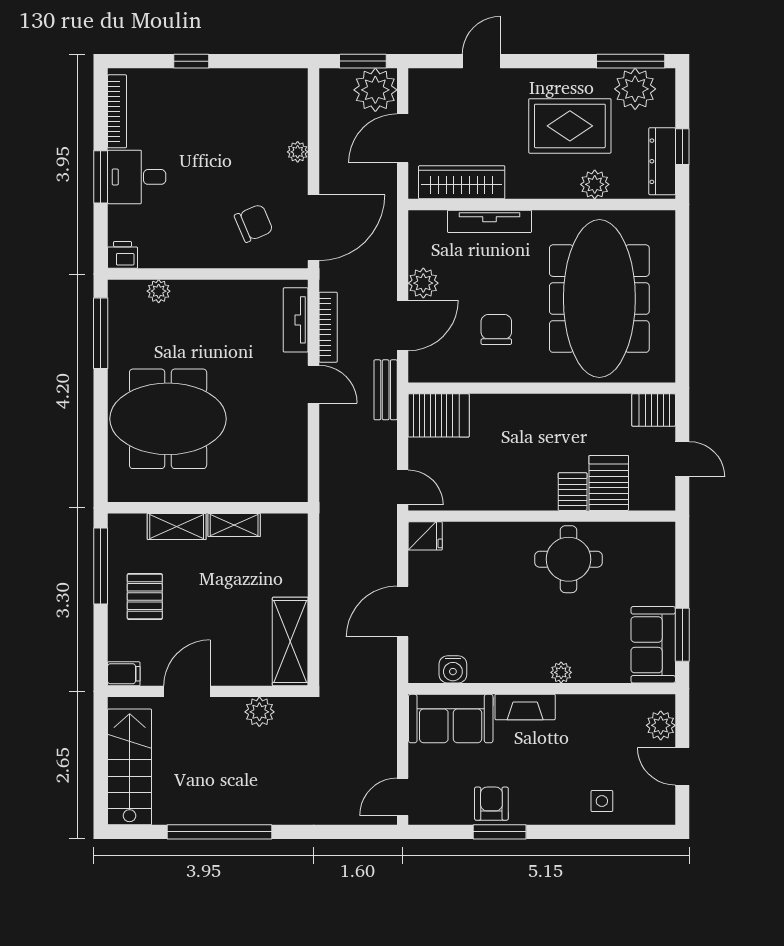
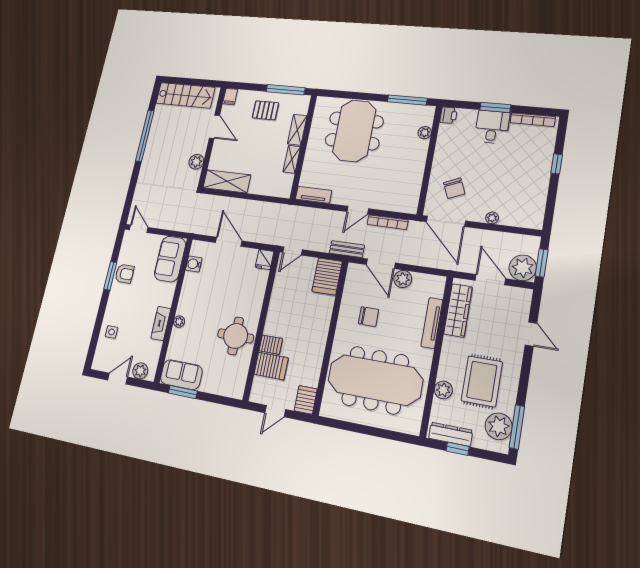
tv unit: (296, 320) -> (314, 195), moved
fireplace: (525, 707) -> (161, 324), moved

